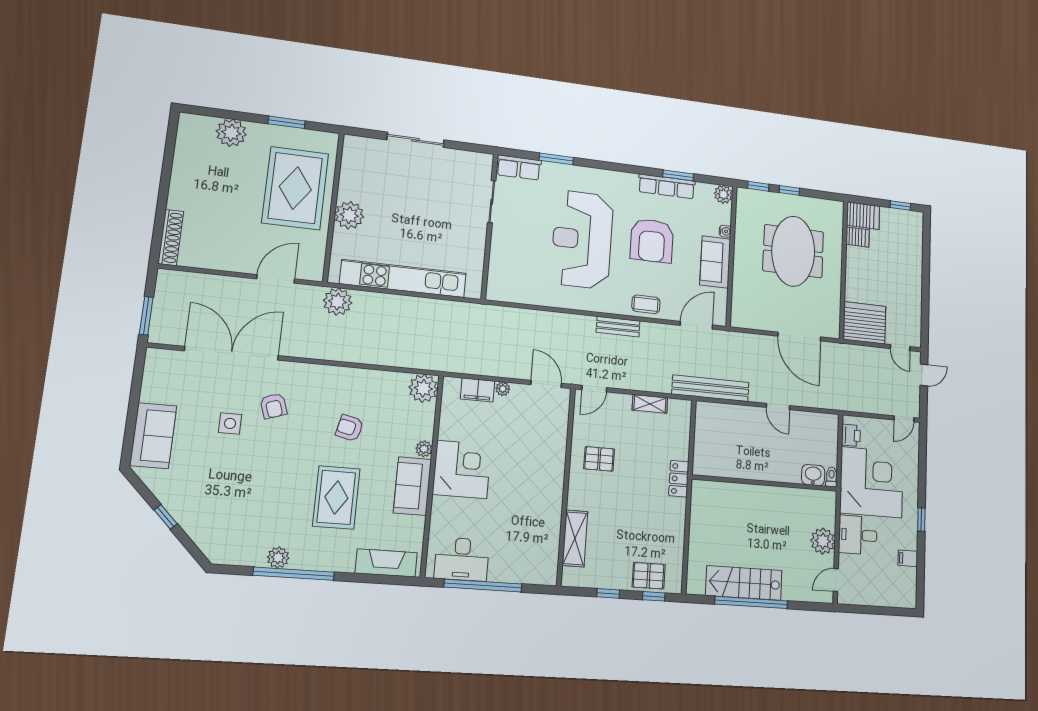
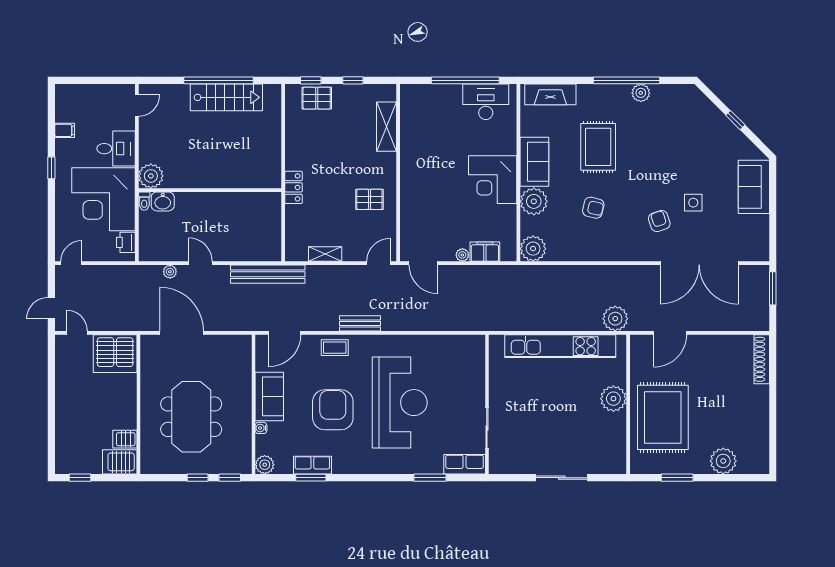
row of seats: (667, 186) -> (312, 465), width x0.68
plant: (809, 401) -> (170, 272), added
plant: (424, 449) -> (534, 201), width x1.88, depth x1.88
plant: (823, 541) -> (151, 176), moved

